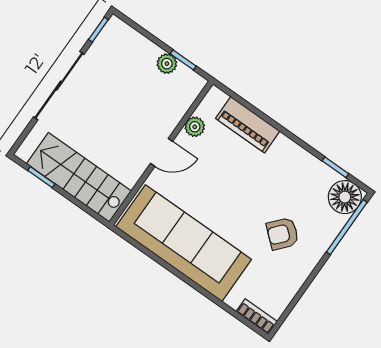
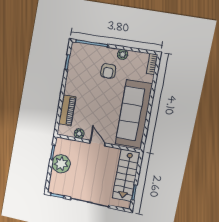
plant: (167, 64) -> (61, 164), width x1.88, depth x1.88
floor lamp: (345, 197) -> (79, 51), removed
armchair: (283, 234) -> (108, 71), turned 49
plant: (299, 273) -> (123, 54), added

